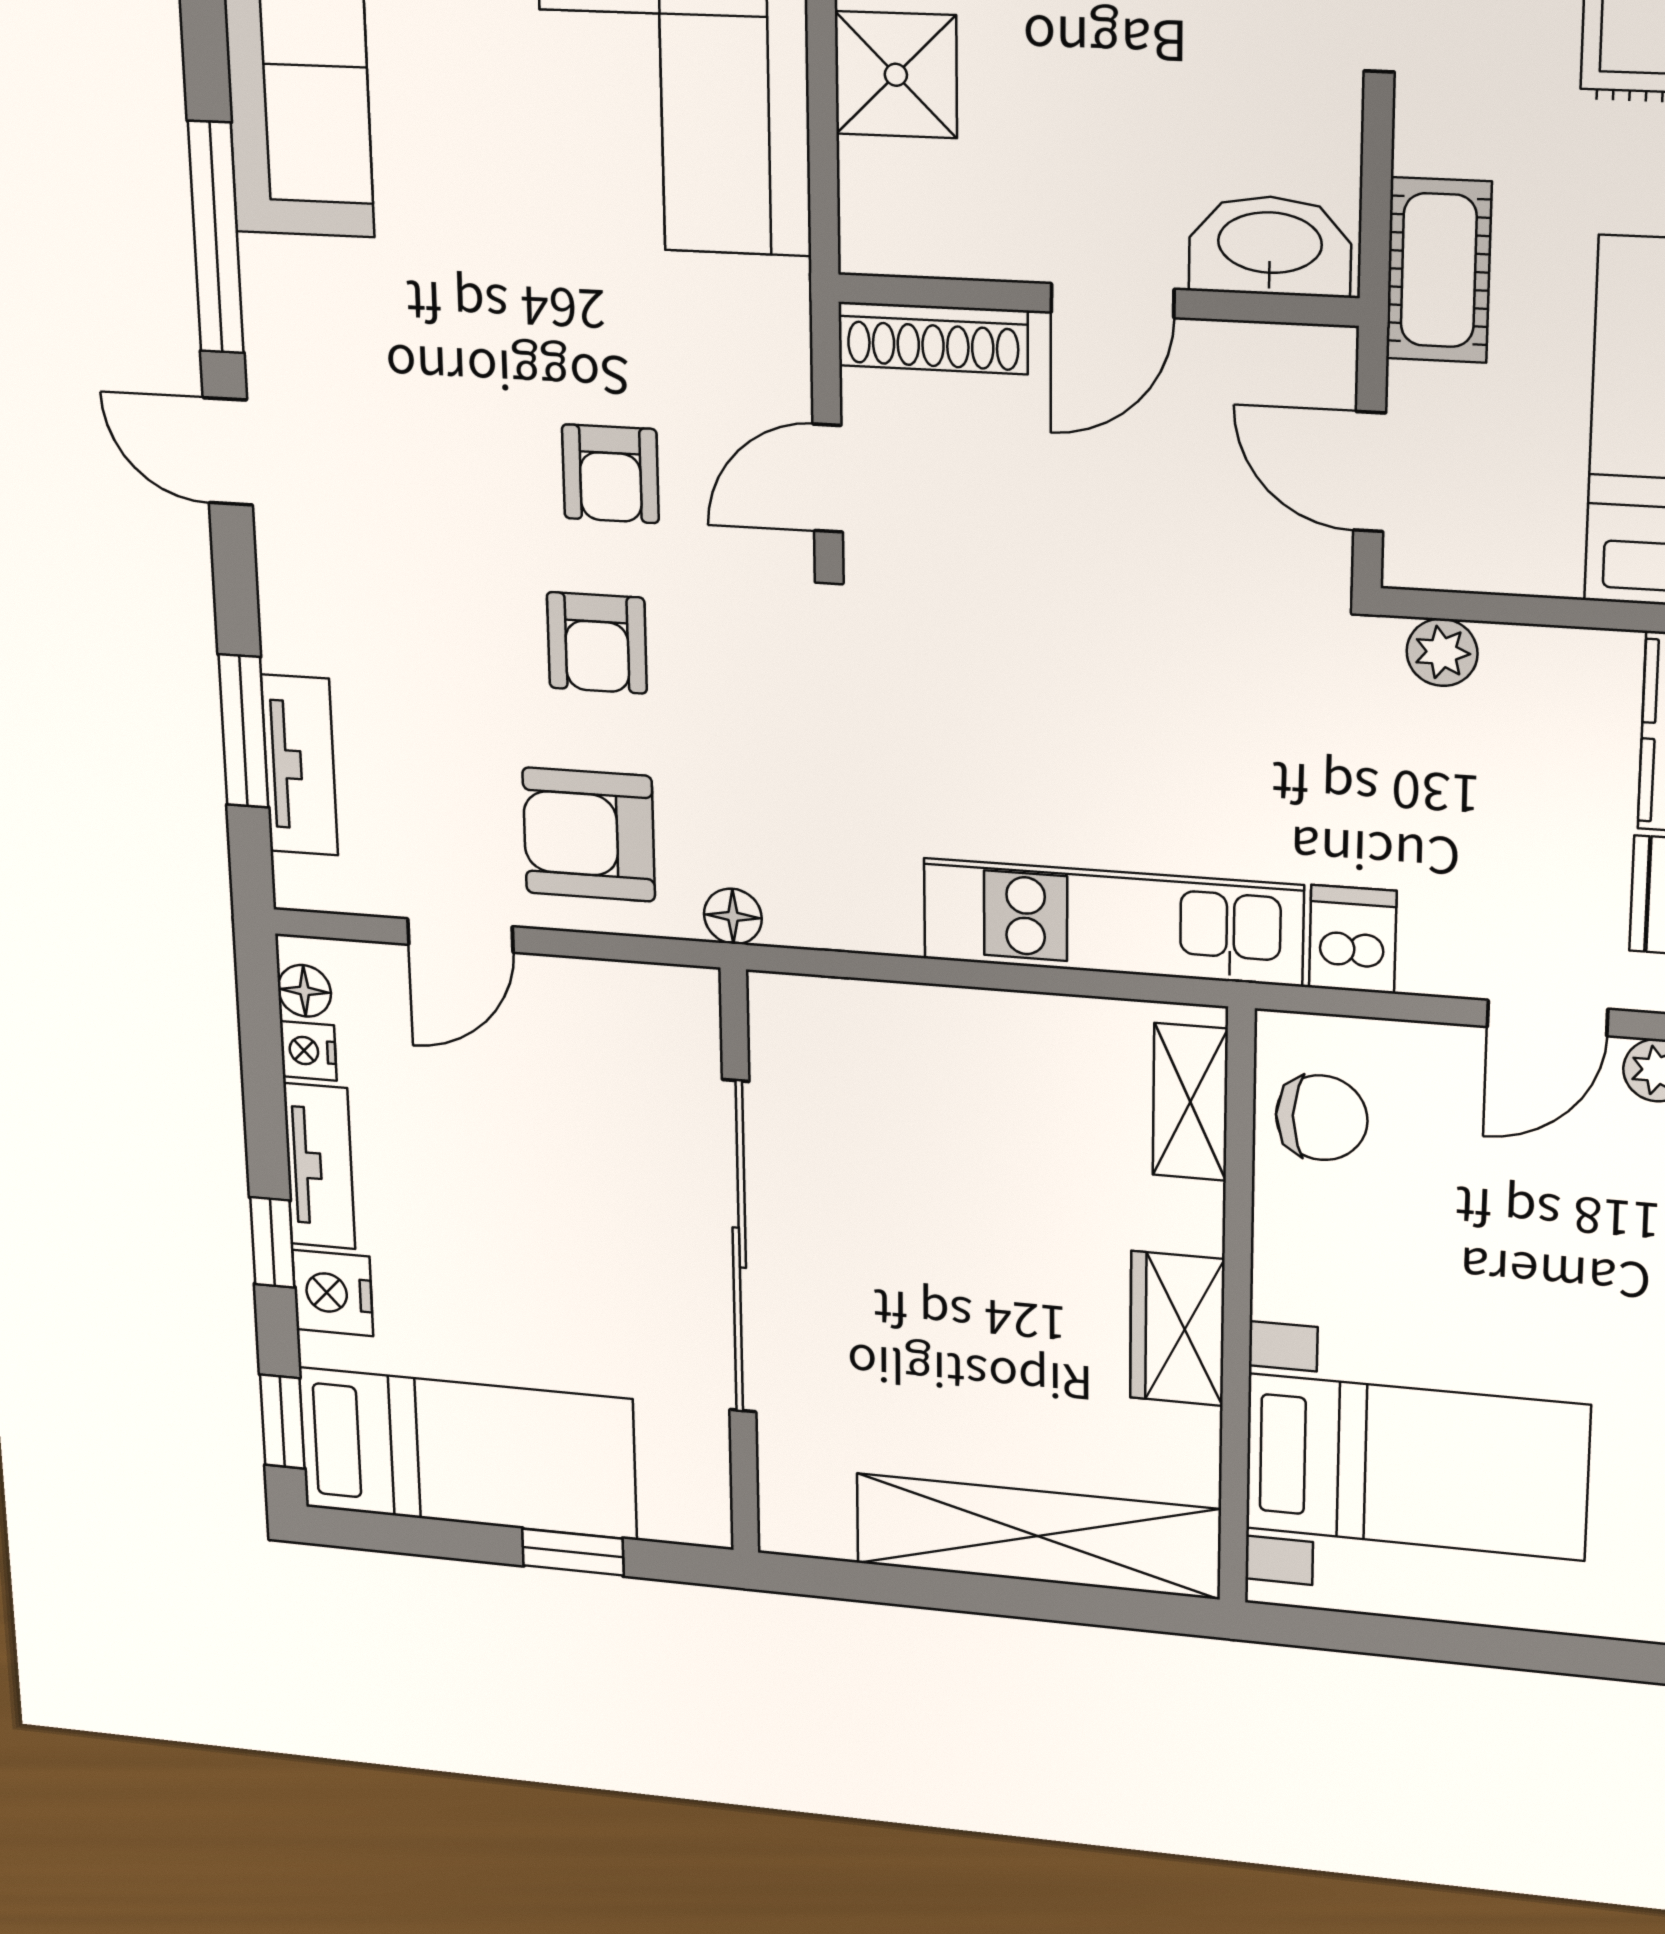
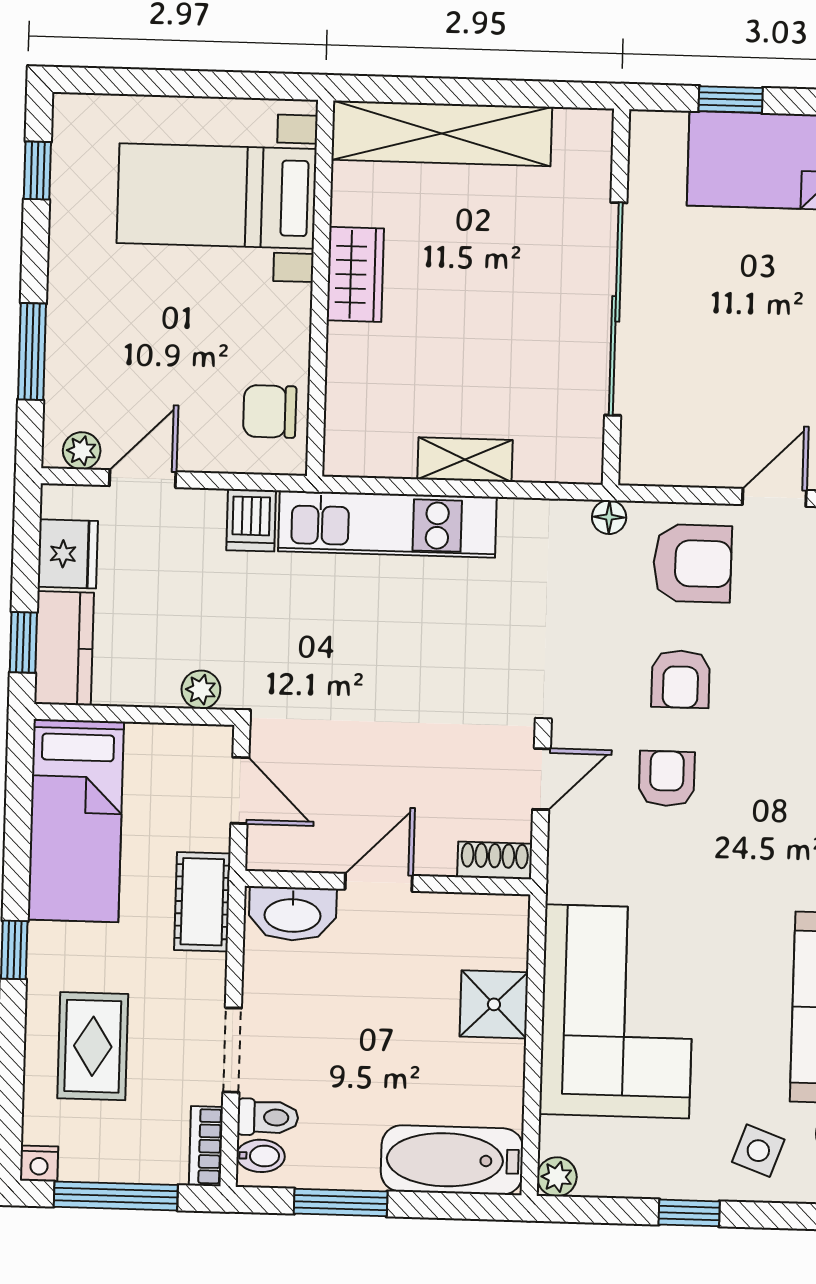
shoe rack: (933, 338) -> (495, 860), width x0.70
armchair: (597, 643) -> (681, 679), turned 180
shelving: (1190, 1102) -> (465, 460), moved, turned 90

